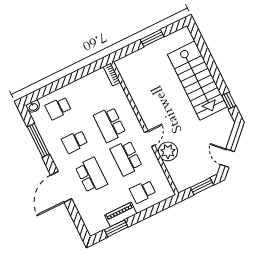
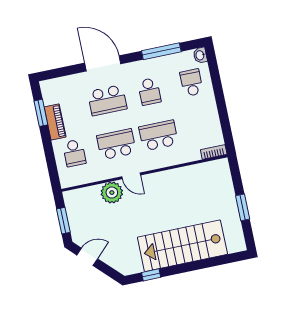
school desk: (75, 142) -> (149, 91), turned 180
school desk: (143, 192) -> (74, 153), turned 180

